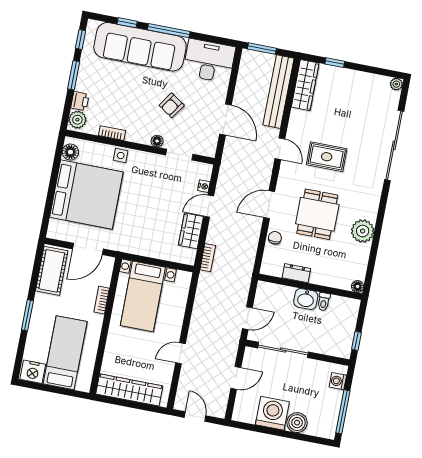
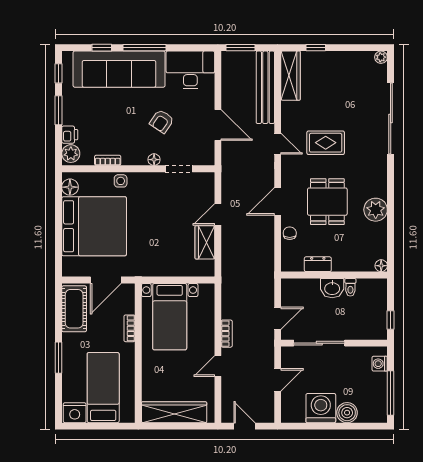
nightstand: (204, 186) -> (209, 196), removed
bookcase: (208, 258) -> (227, 334), moved

